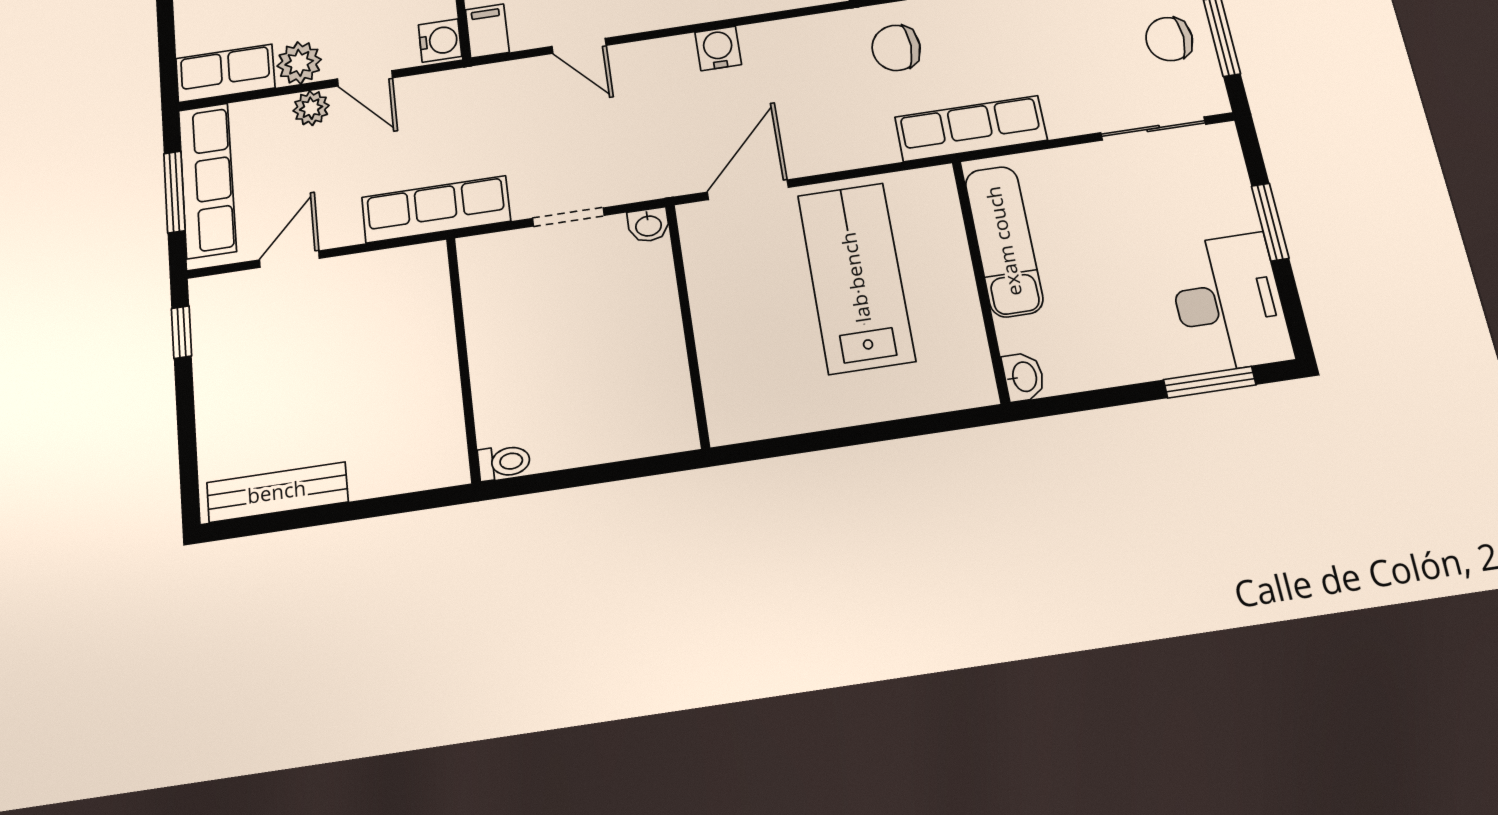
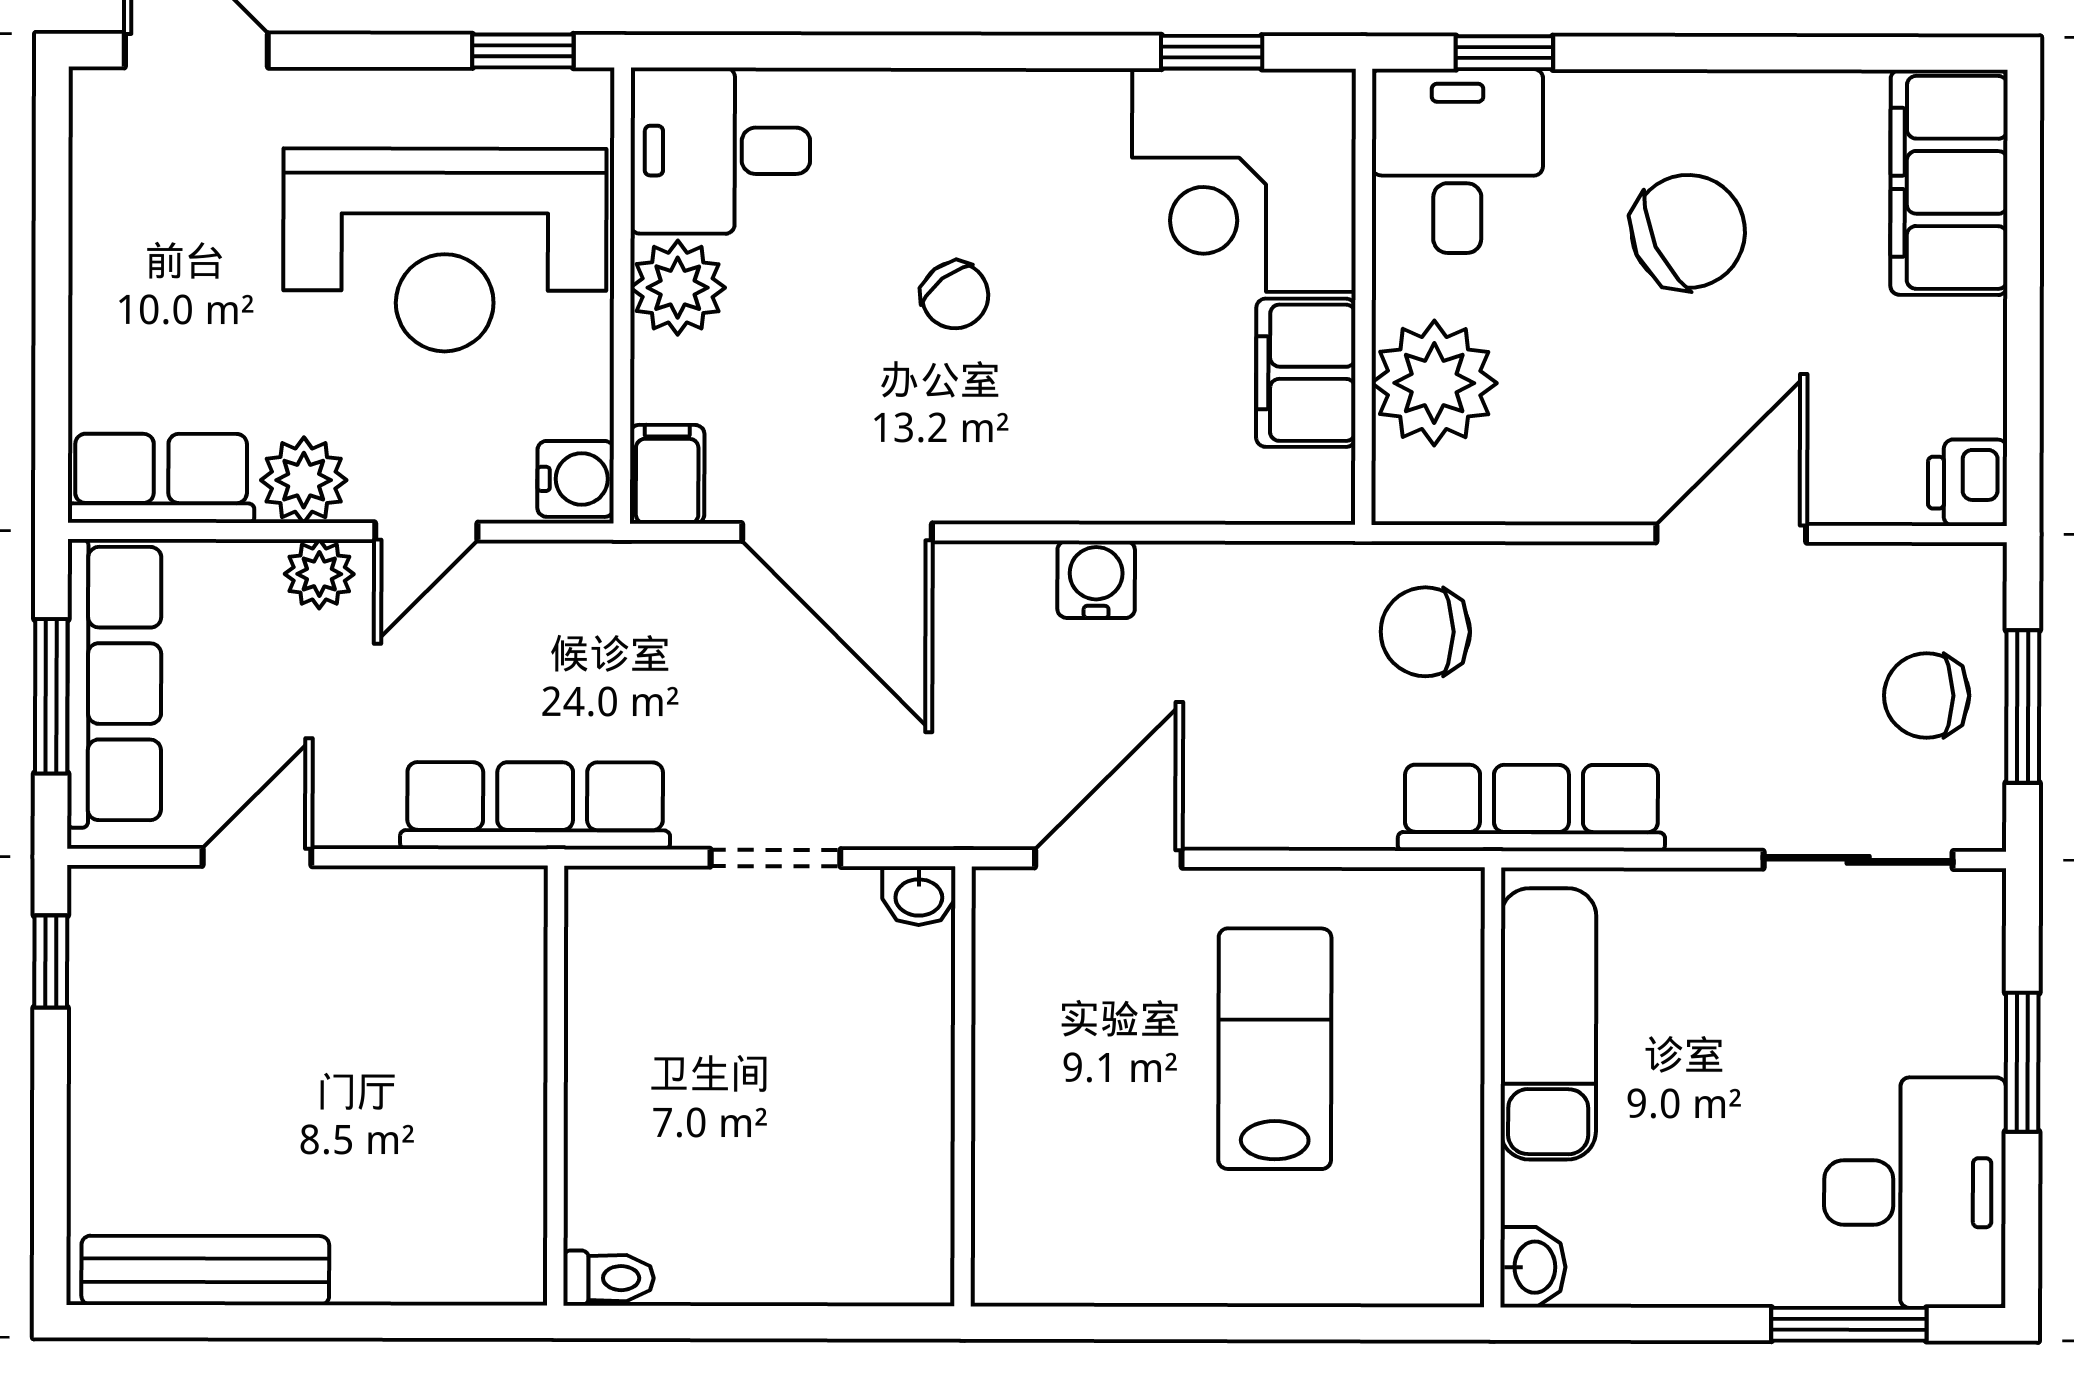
door: (579, 46) -> (837, 532), width x1.87
door: (365, 78) -> (426, 531), hinge flipped
lab bench: (856, 277) -> (1275, 1049), width x0.73, depth x0.72

